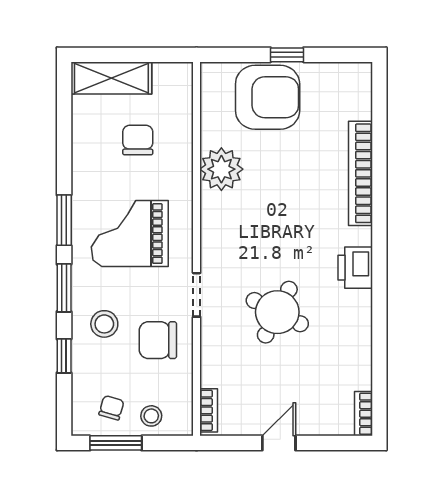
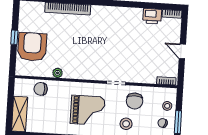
chair: (138, 140) -> (41, 89), moved
plant: (221, 169) -> (58, 73), width x0.53, depth x0.53
grand piano: (130, 234) -> (88, 110), turned -90
printer: (355, 268) -> (152, 16), moved
round table: (277, 312) -> (126, 48), removed

